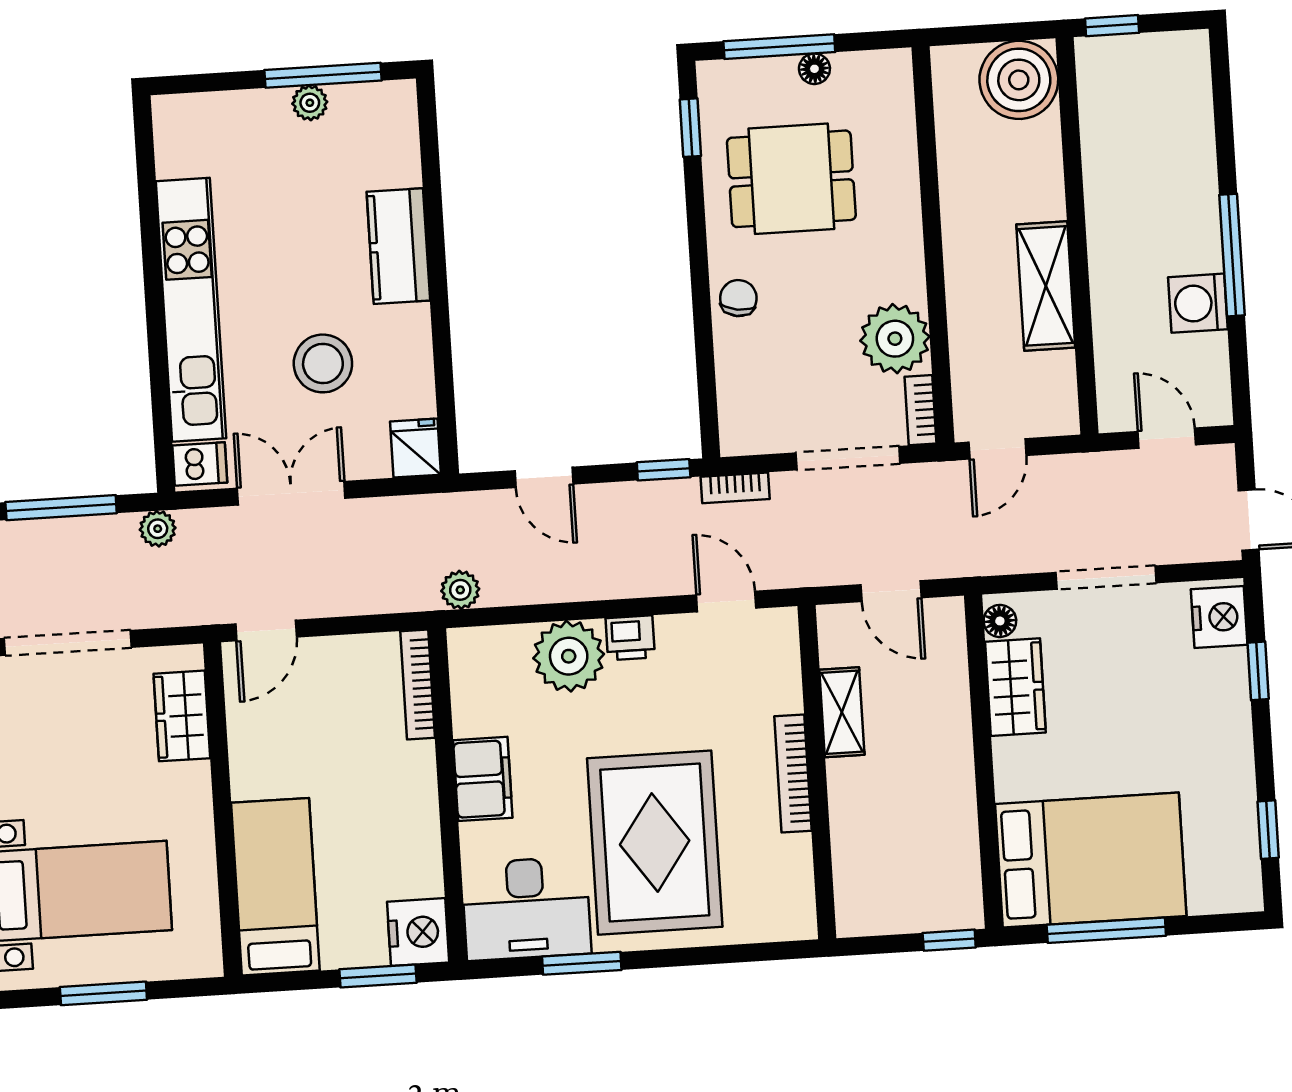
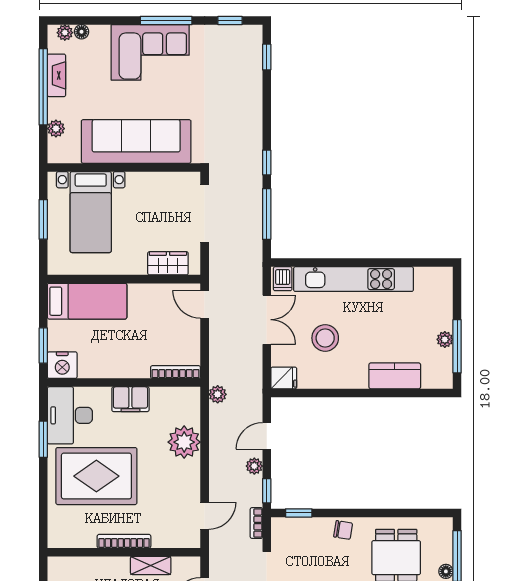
window: (690, 128) -> (299, 513), moved
kitchen counter: (398, 246) -> (395, 376), moved
plant: (158, 529) -> (254, 466), moved
printer: (630, 638) -> (191, 471), removed

